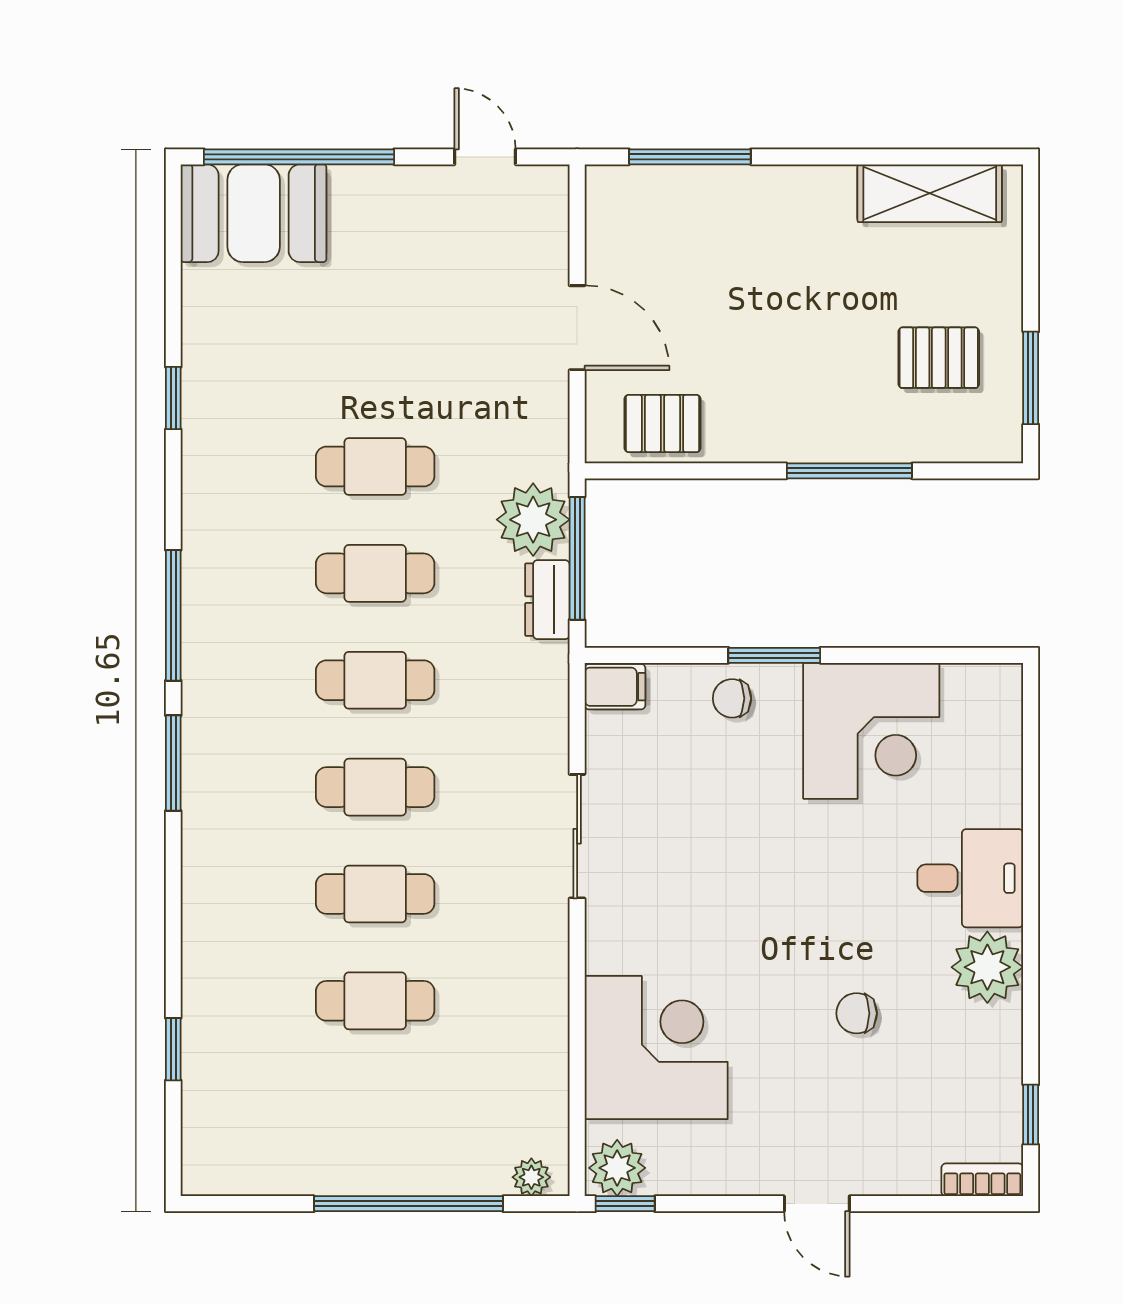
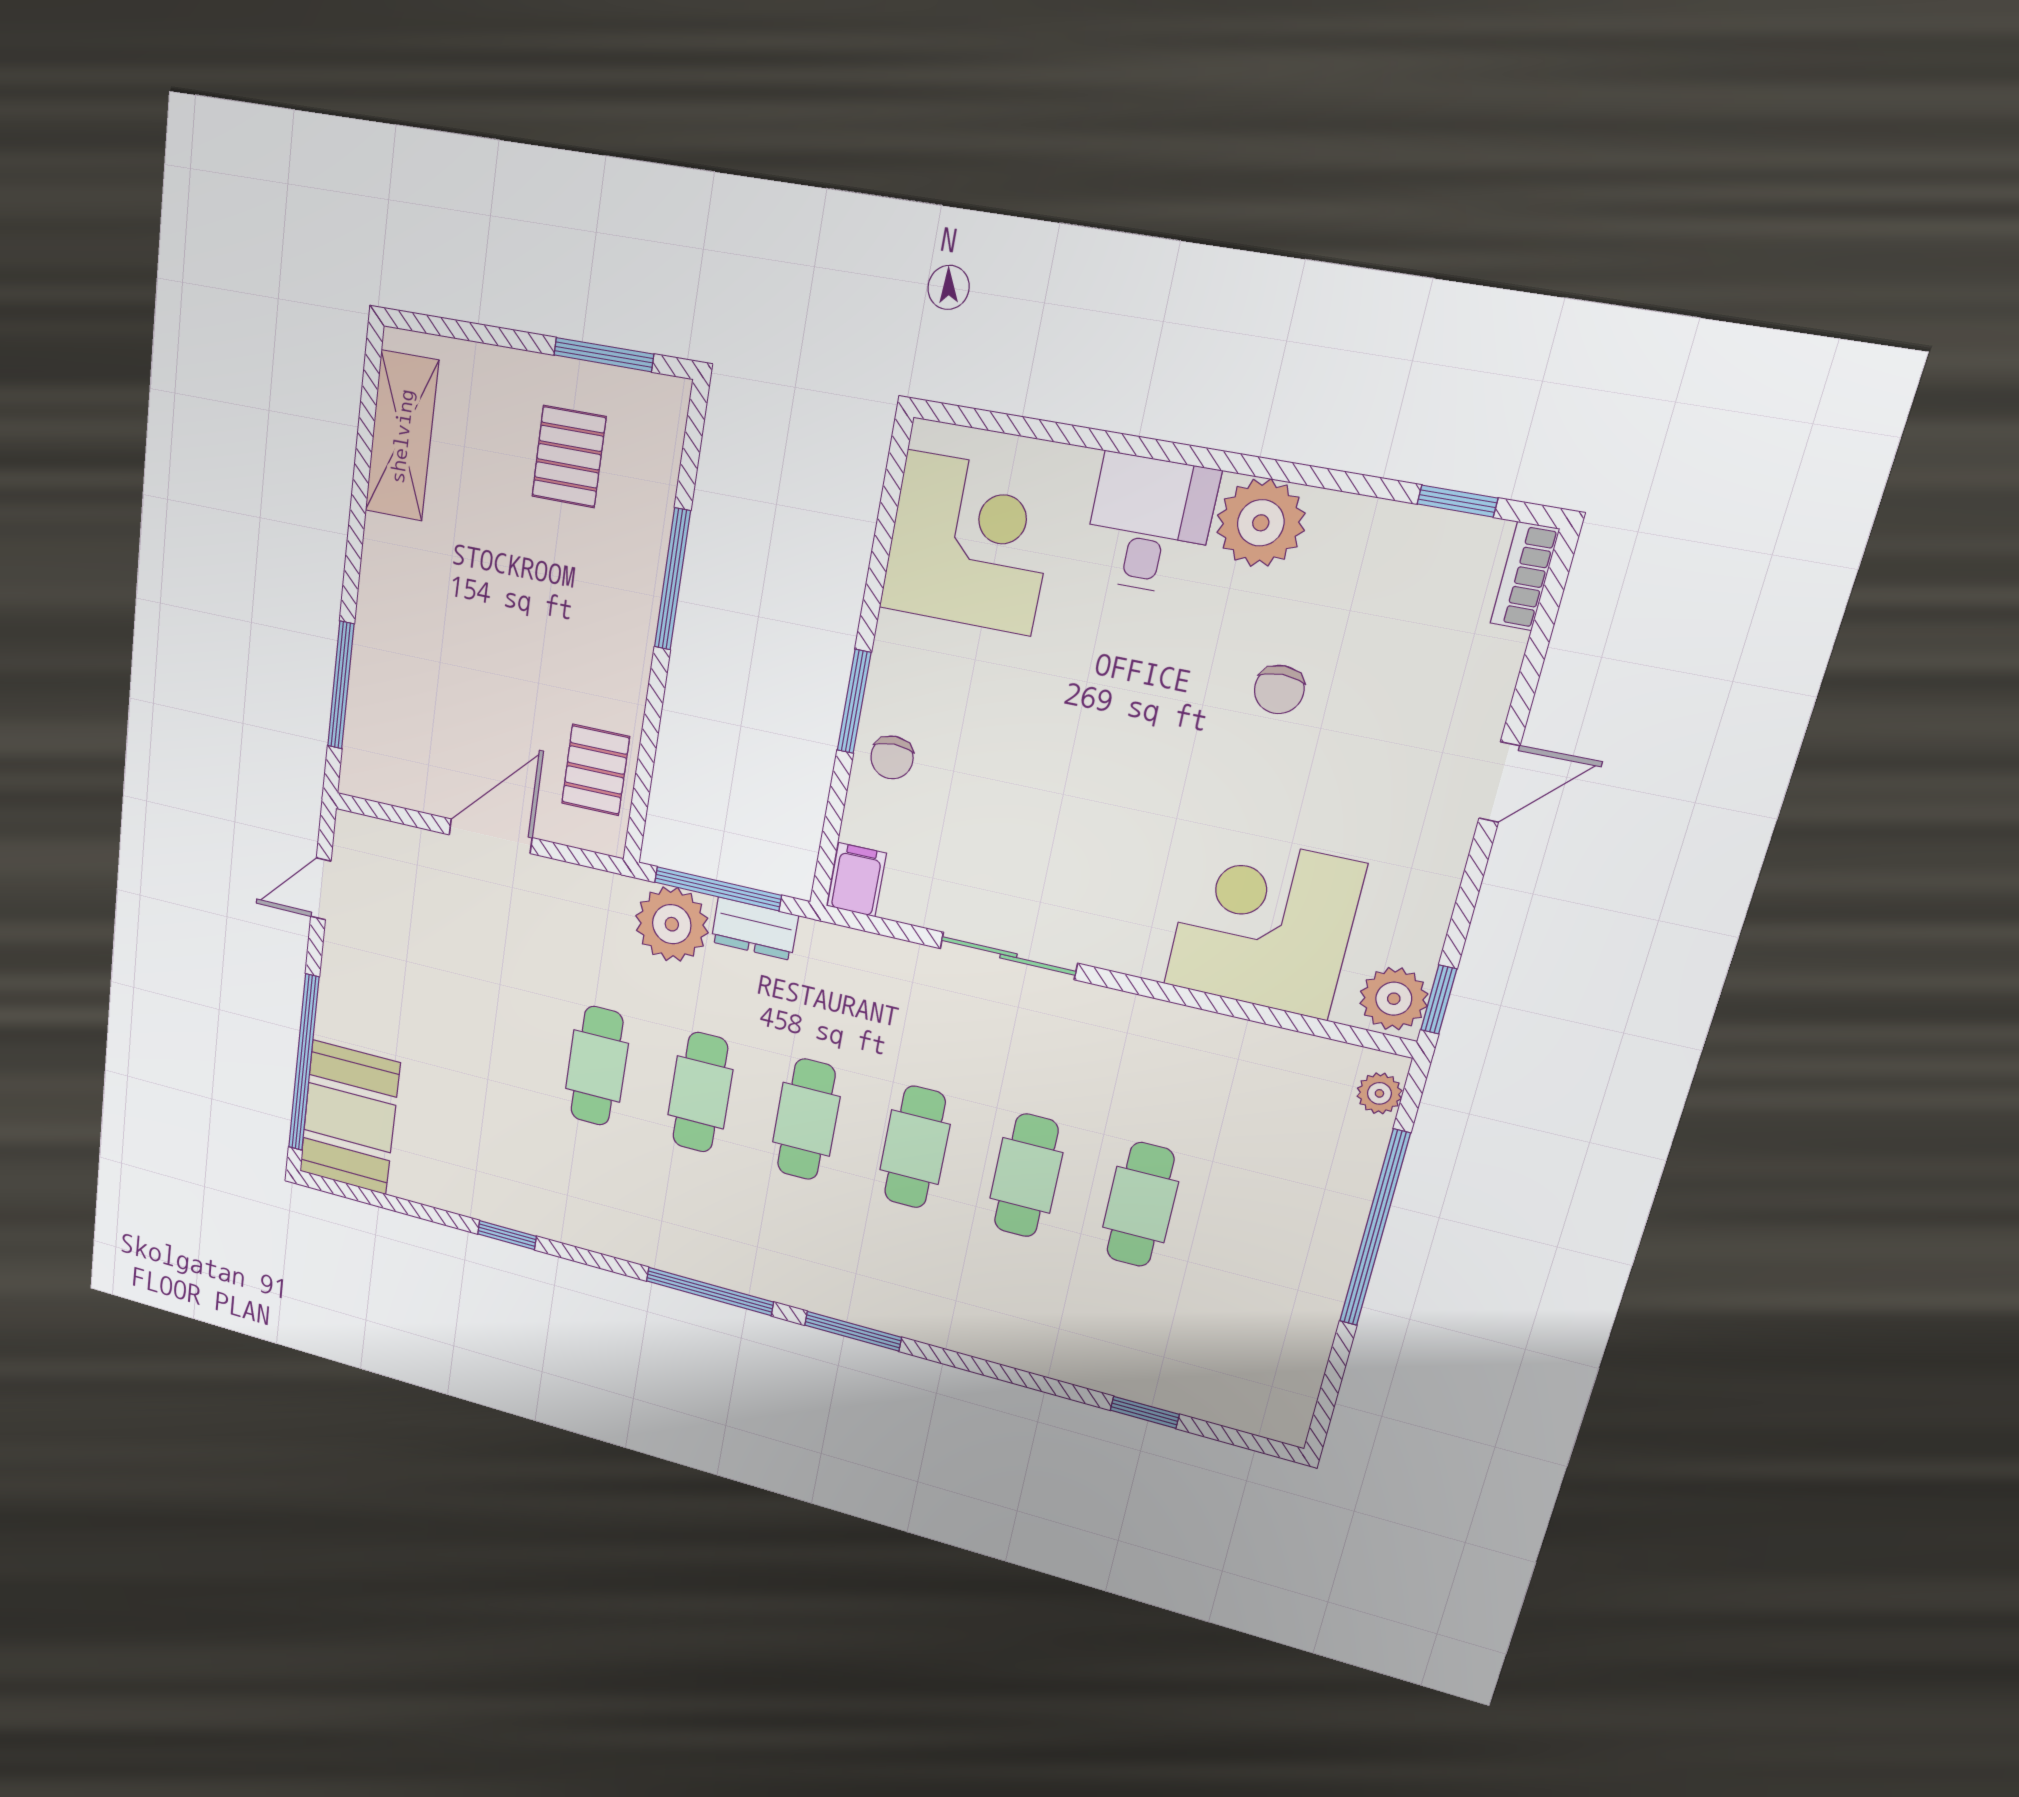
corner desk: (871, 731) -> (969, 543), moved

